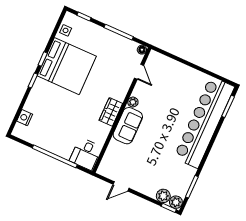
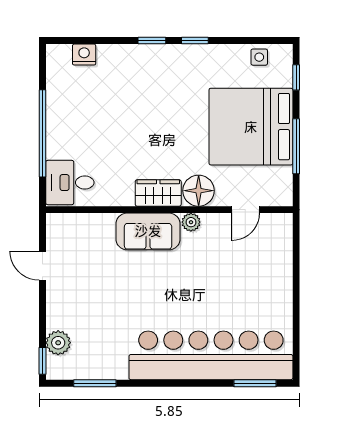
floor lamp: (142, 50) -> (199, 191), moved, width x1.89, depth x1.89
bed: (67, 66) -> (251, 127), moved, turned 90
plant: (176, 202) -> (57, 368), removed

